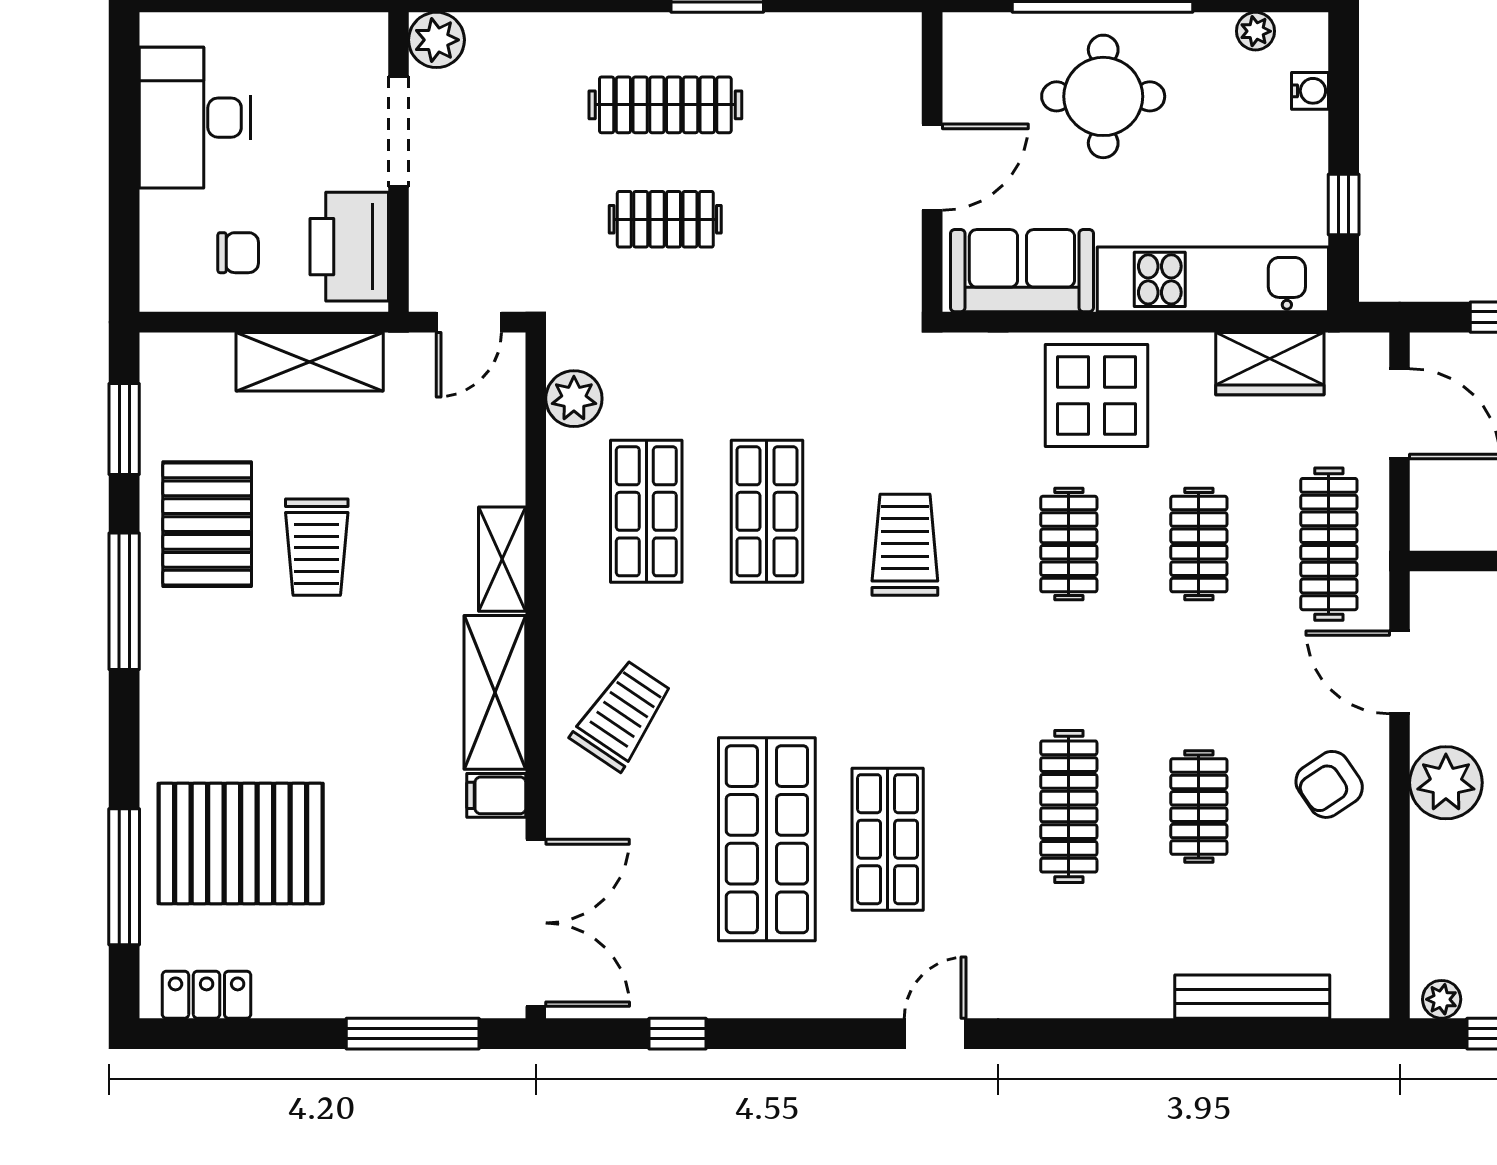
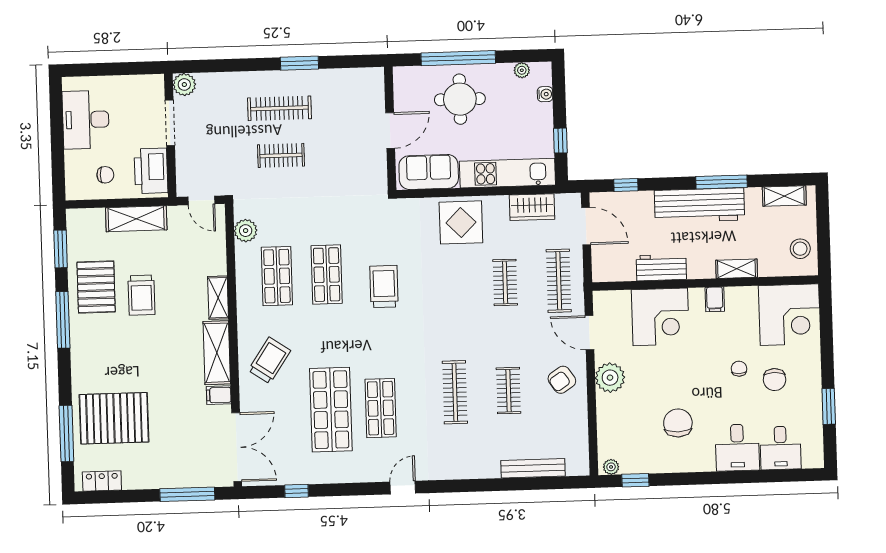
door: (469, 322) -> (201, 200), hinge flipped
clothes rail: (1069, 544) -> (451, 284), removed

